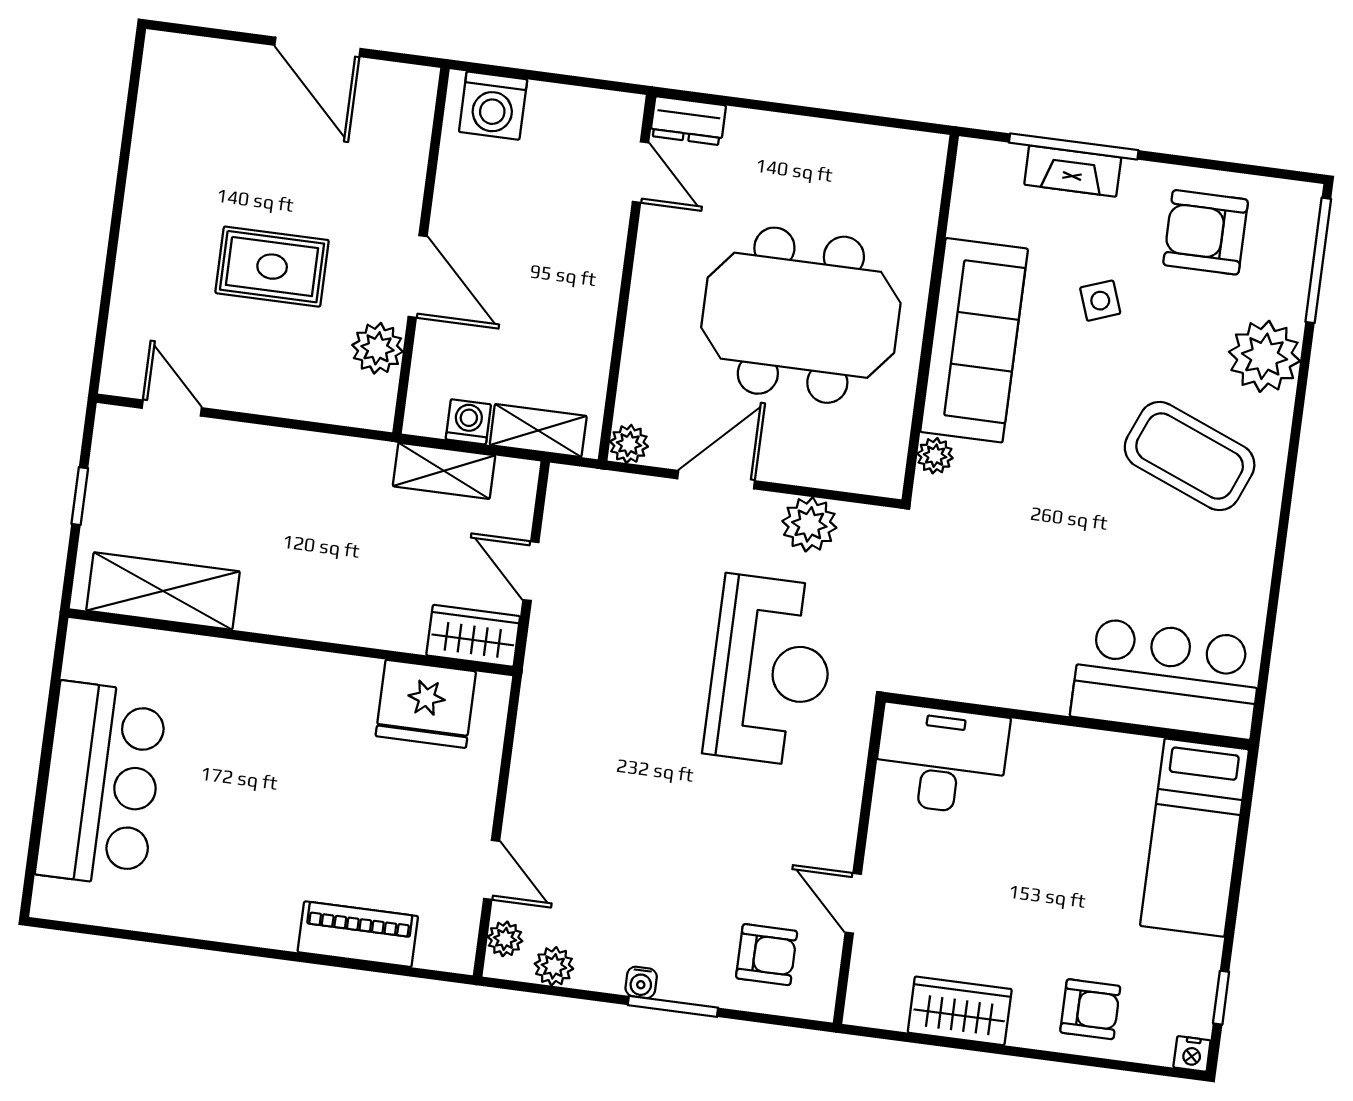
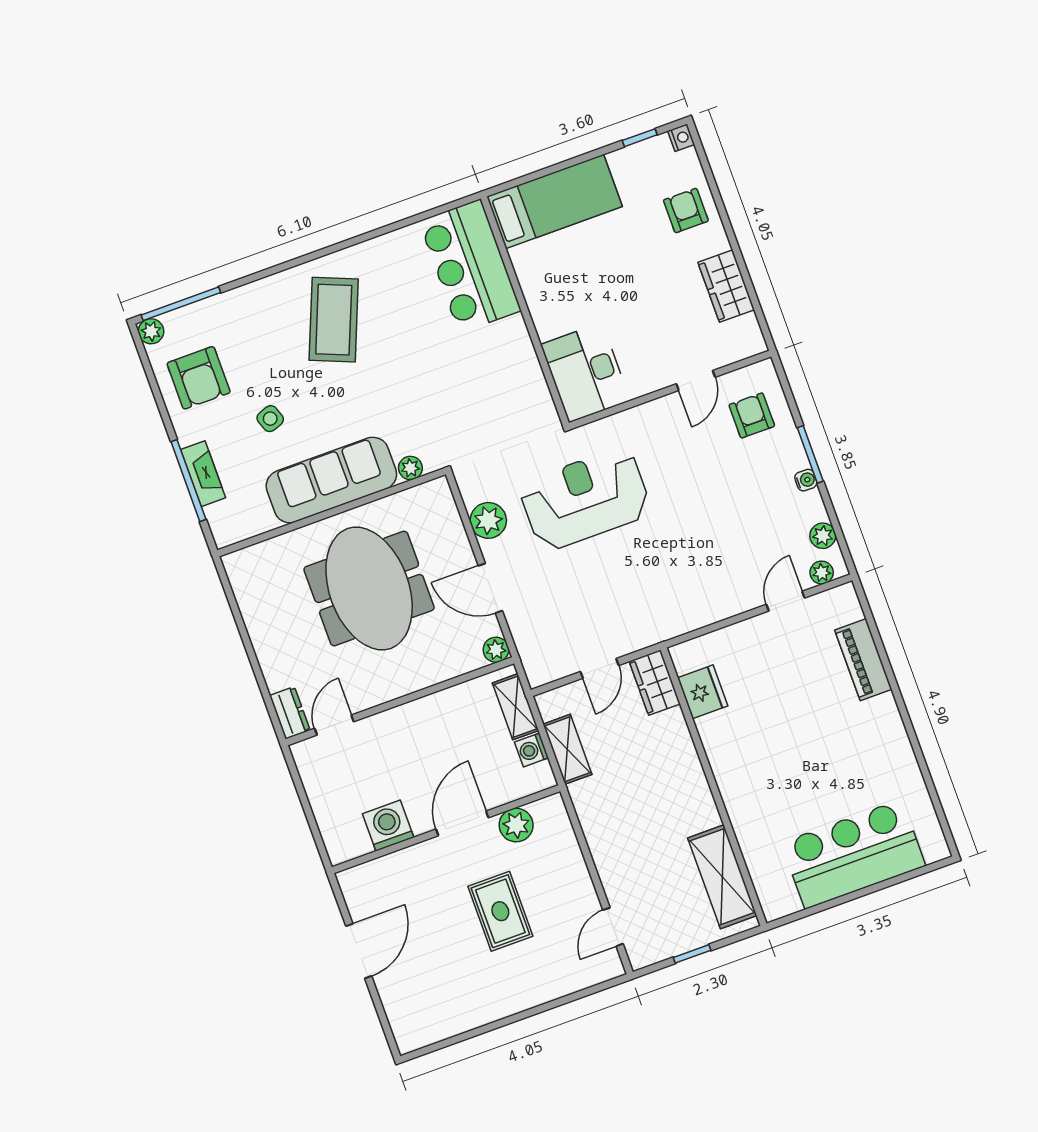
washing machine: (493, 106) -> (388, 826), moved, turned -90
plant: (1264, 356) -> (151, 331), moved, width x0.53, depth x0.53
fridge: (426, 704) -> (703, 692), width x0.73, depth x0.75

